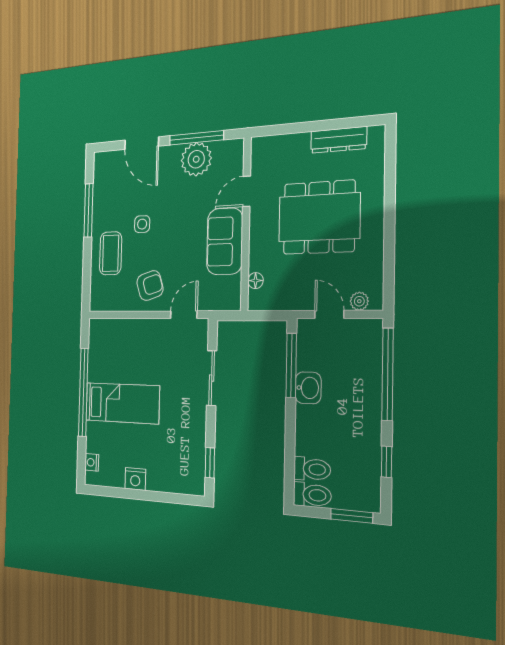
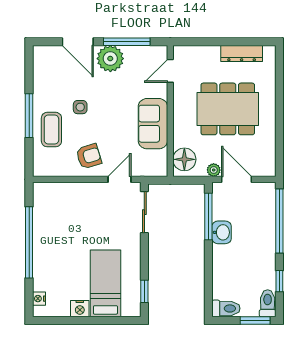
plant: (196, 159) -> (110, 59), moved
door: (247, 191) -> (170, 71), moved
window: (88, 210) -> (29, 116), moved
floor lamp: (256, 281) -> (184, 159), width x1.89, depth x1.89
plant: (359, 301) -> (214, 170), moved
door: (329, 314) -> (237, 179), width x1.38
sliding door: (212, 378) -> (144, 212), moved
bed: (122, 403) -> (105, 283), moved, turned -90
toilet: (312, 469) -> (268, 303), moved, turned -90

